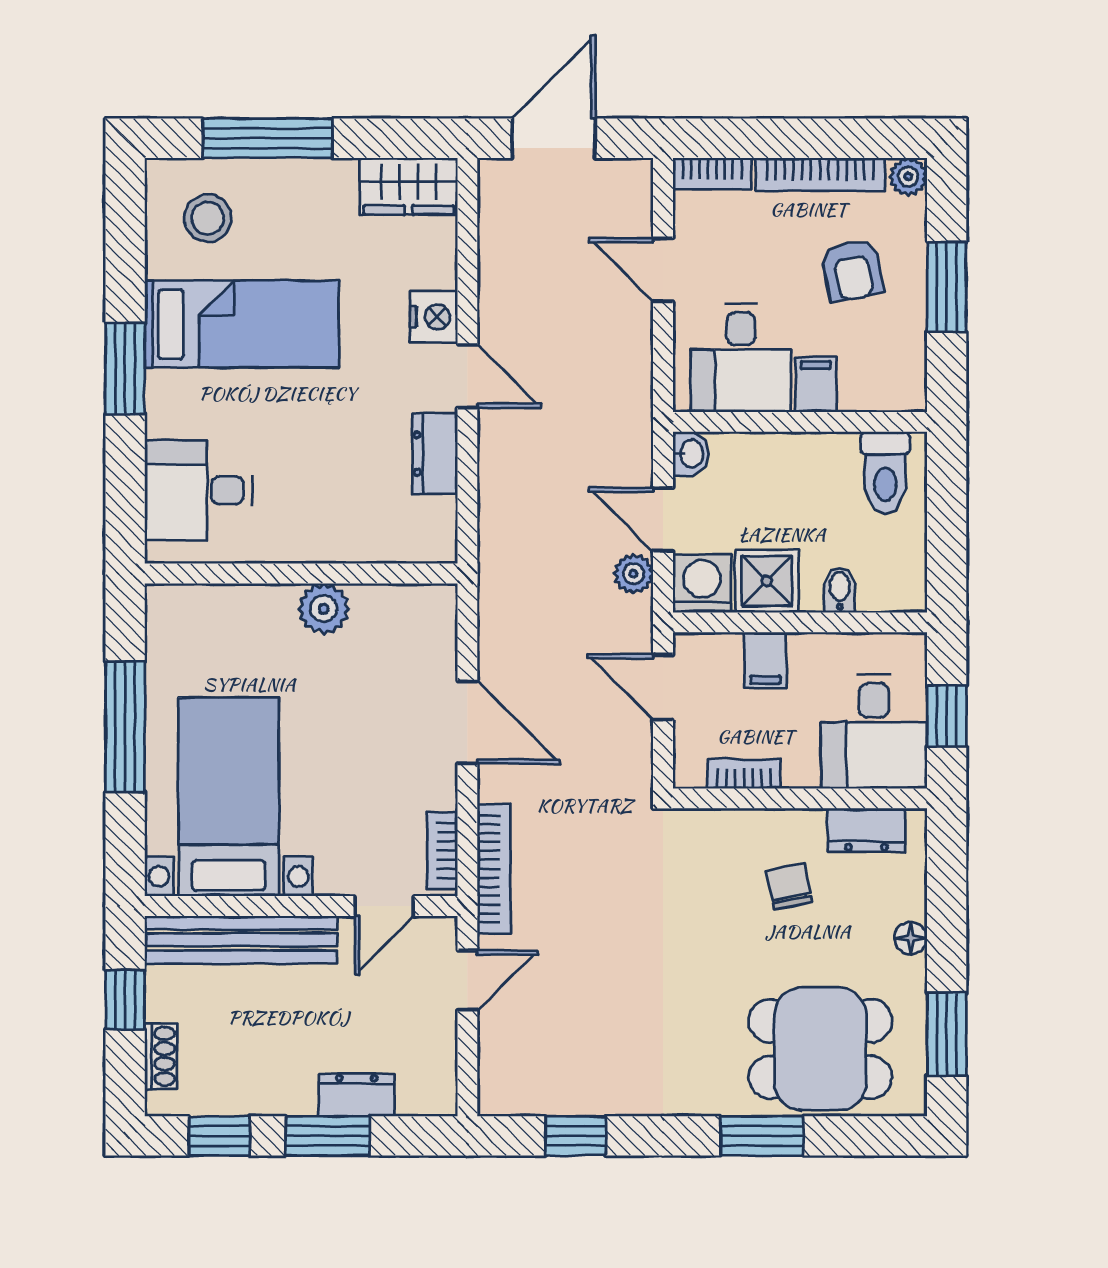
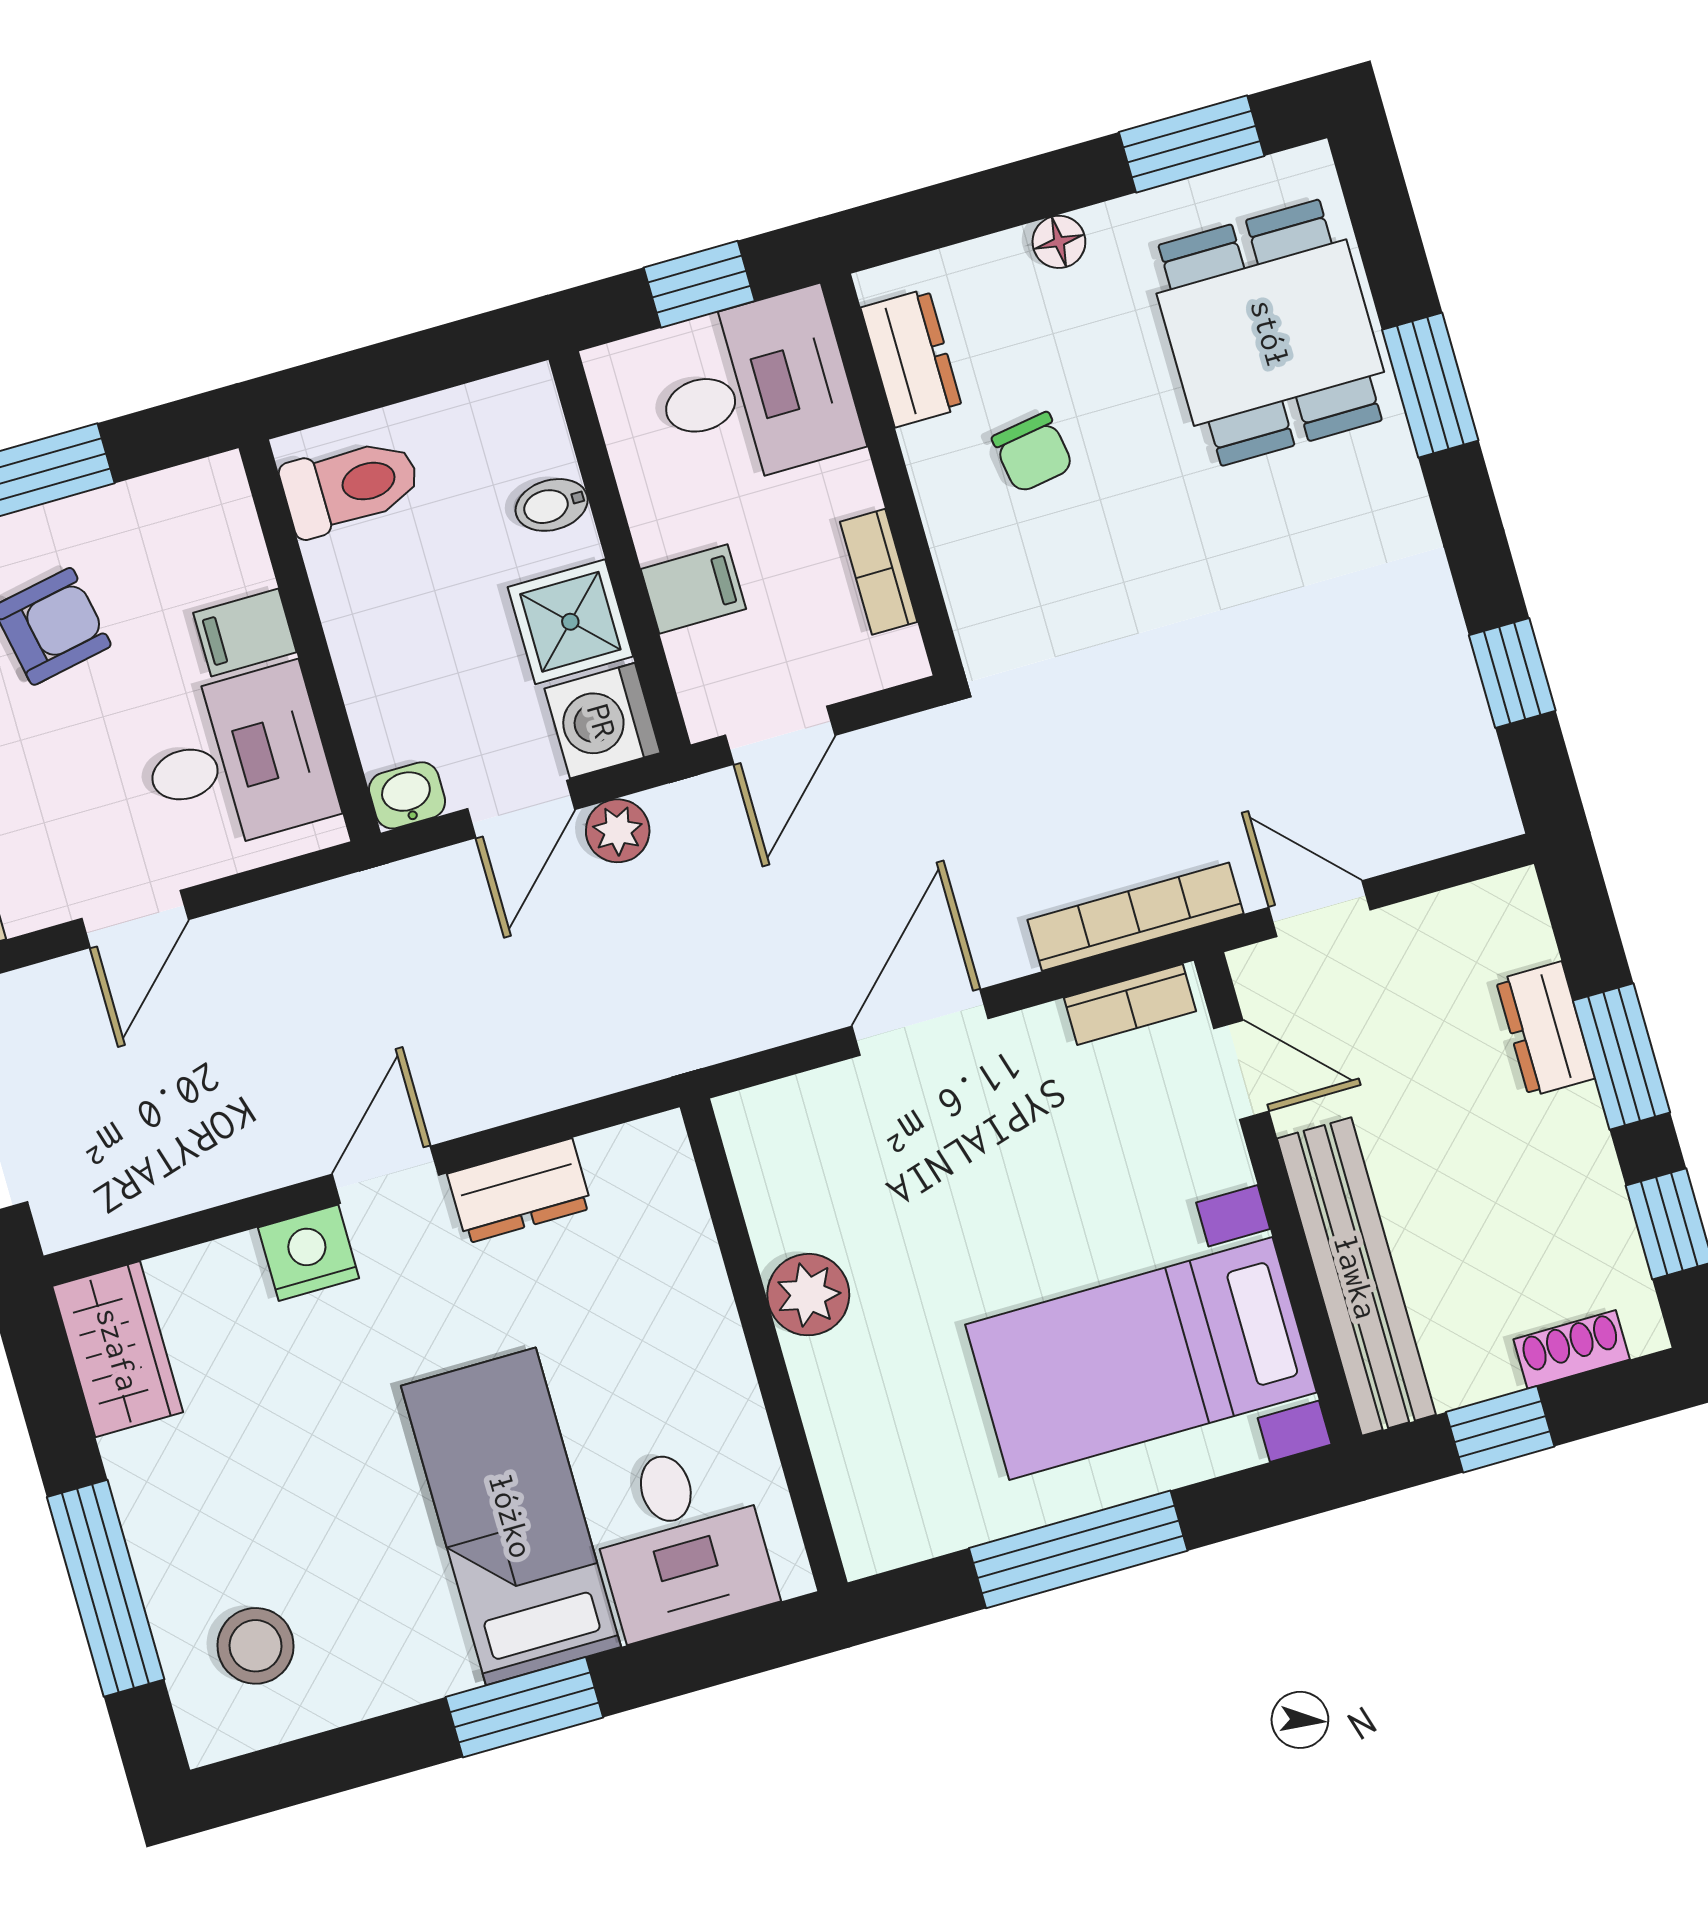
bed: (242, 324) -> (511, 1516), moved
chair: (789, 886) -> (1033, 452), turned -87

